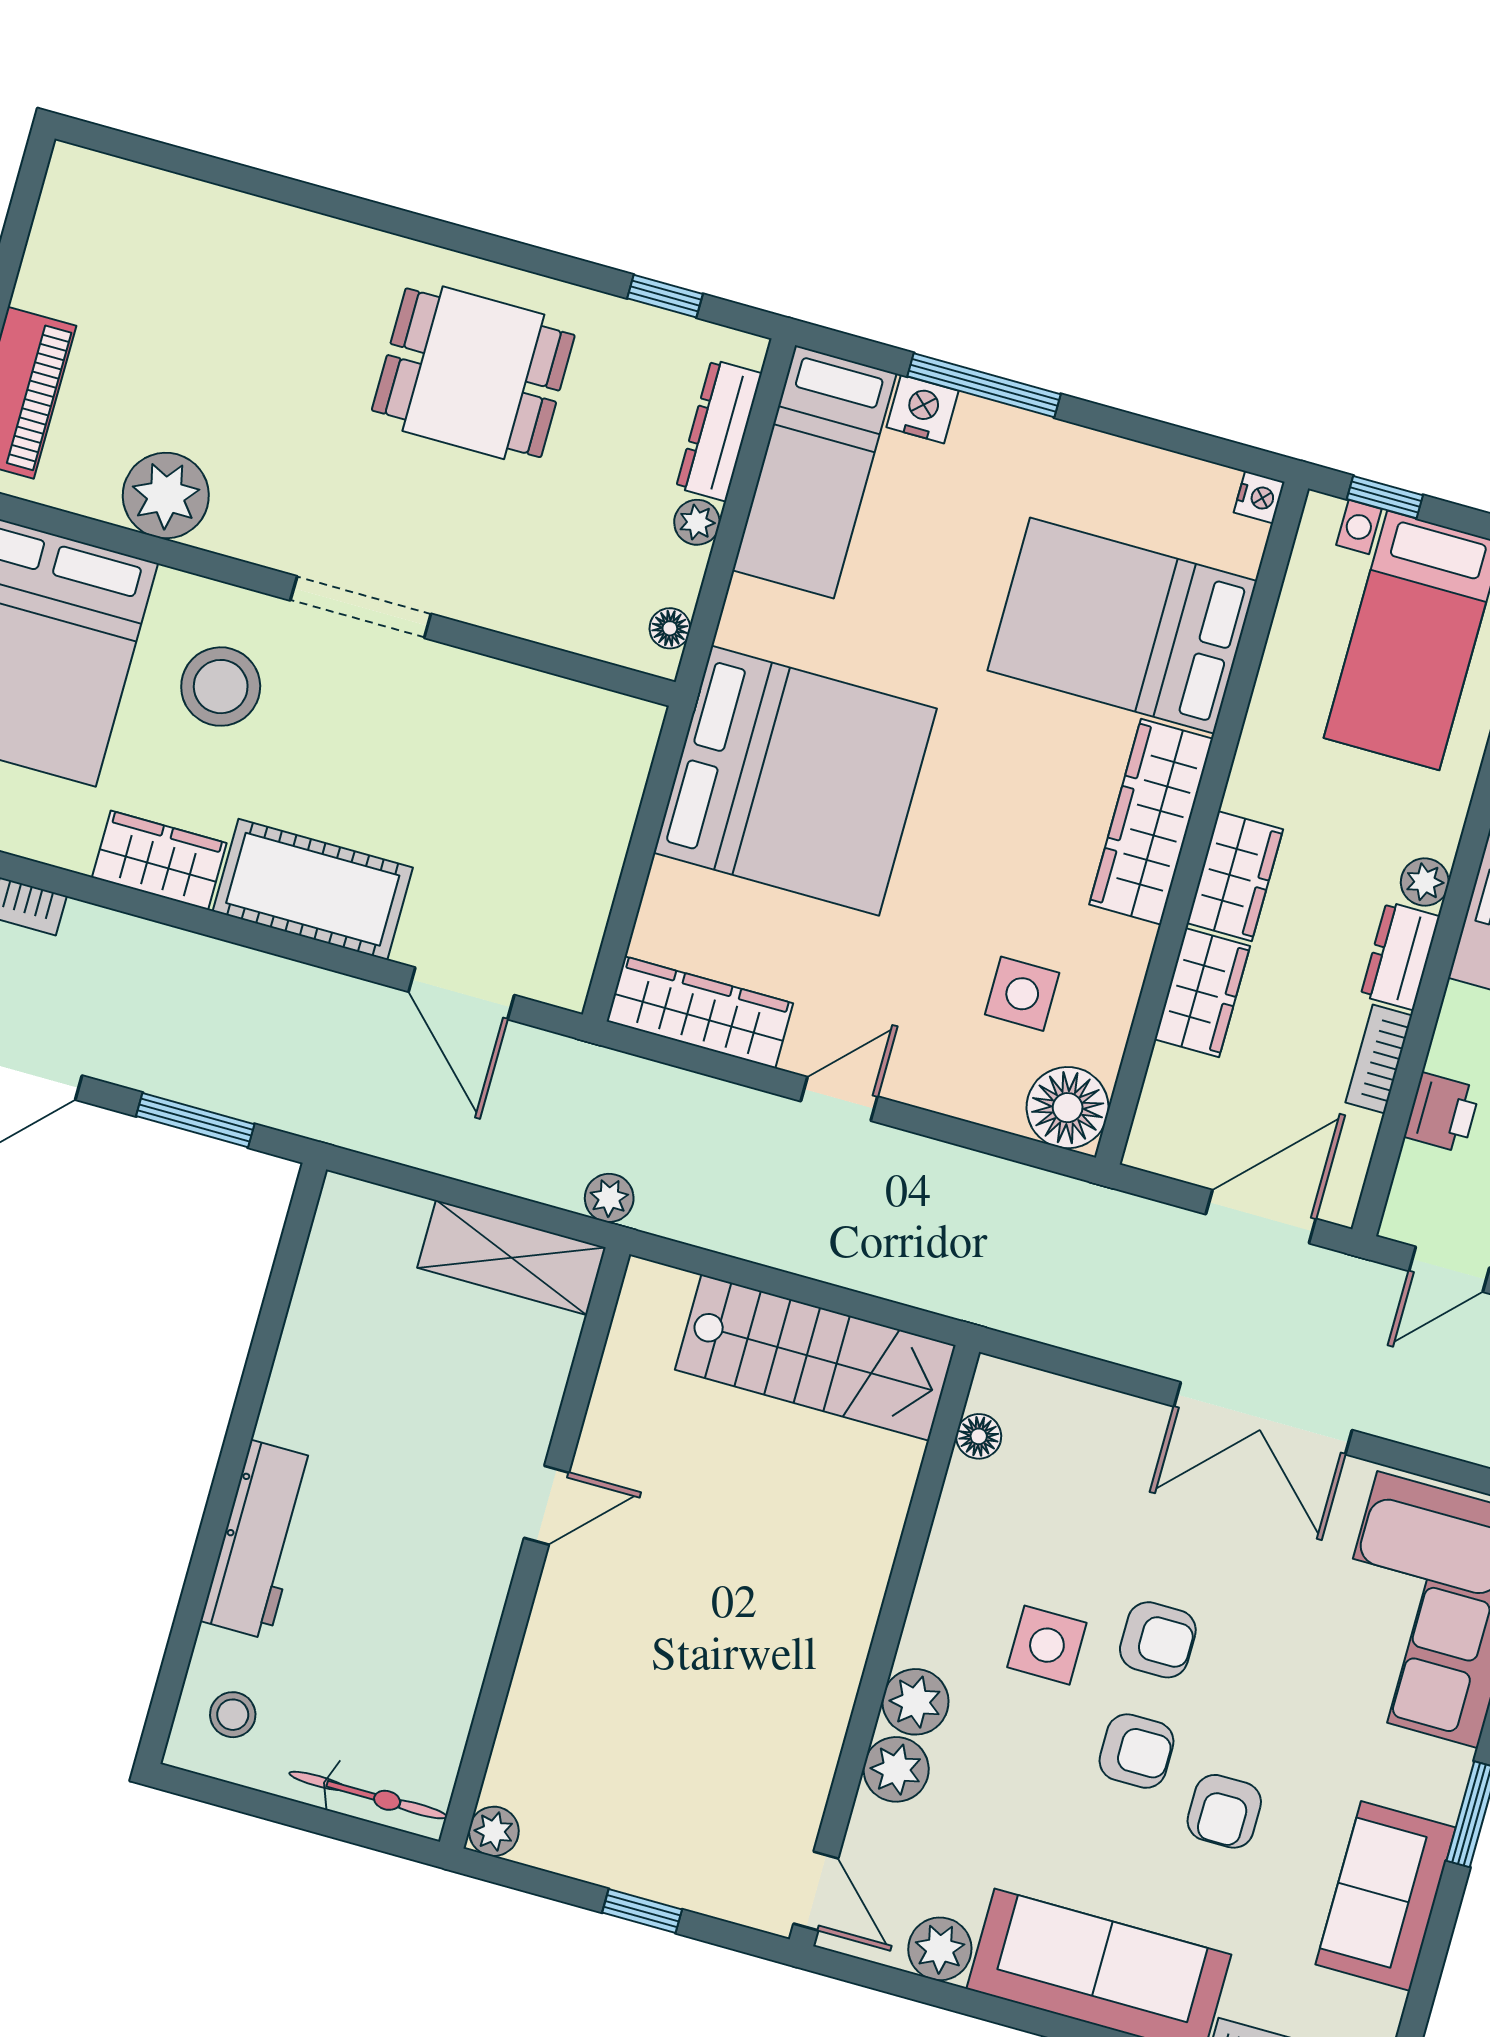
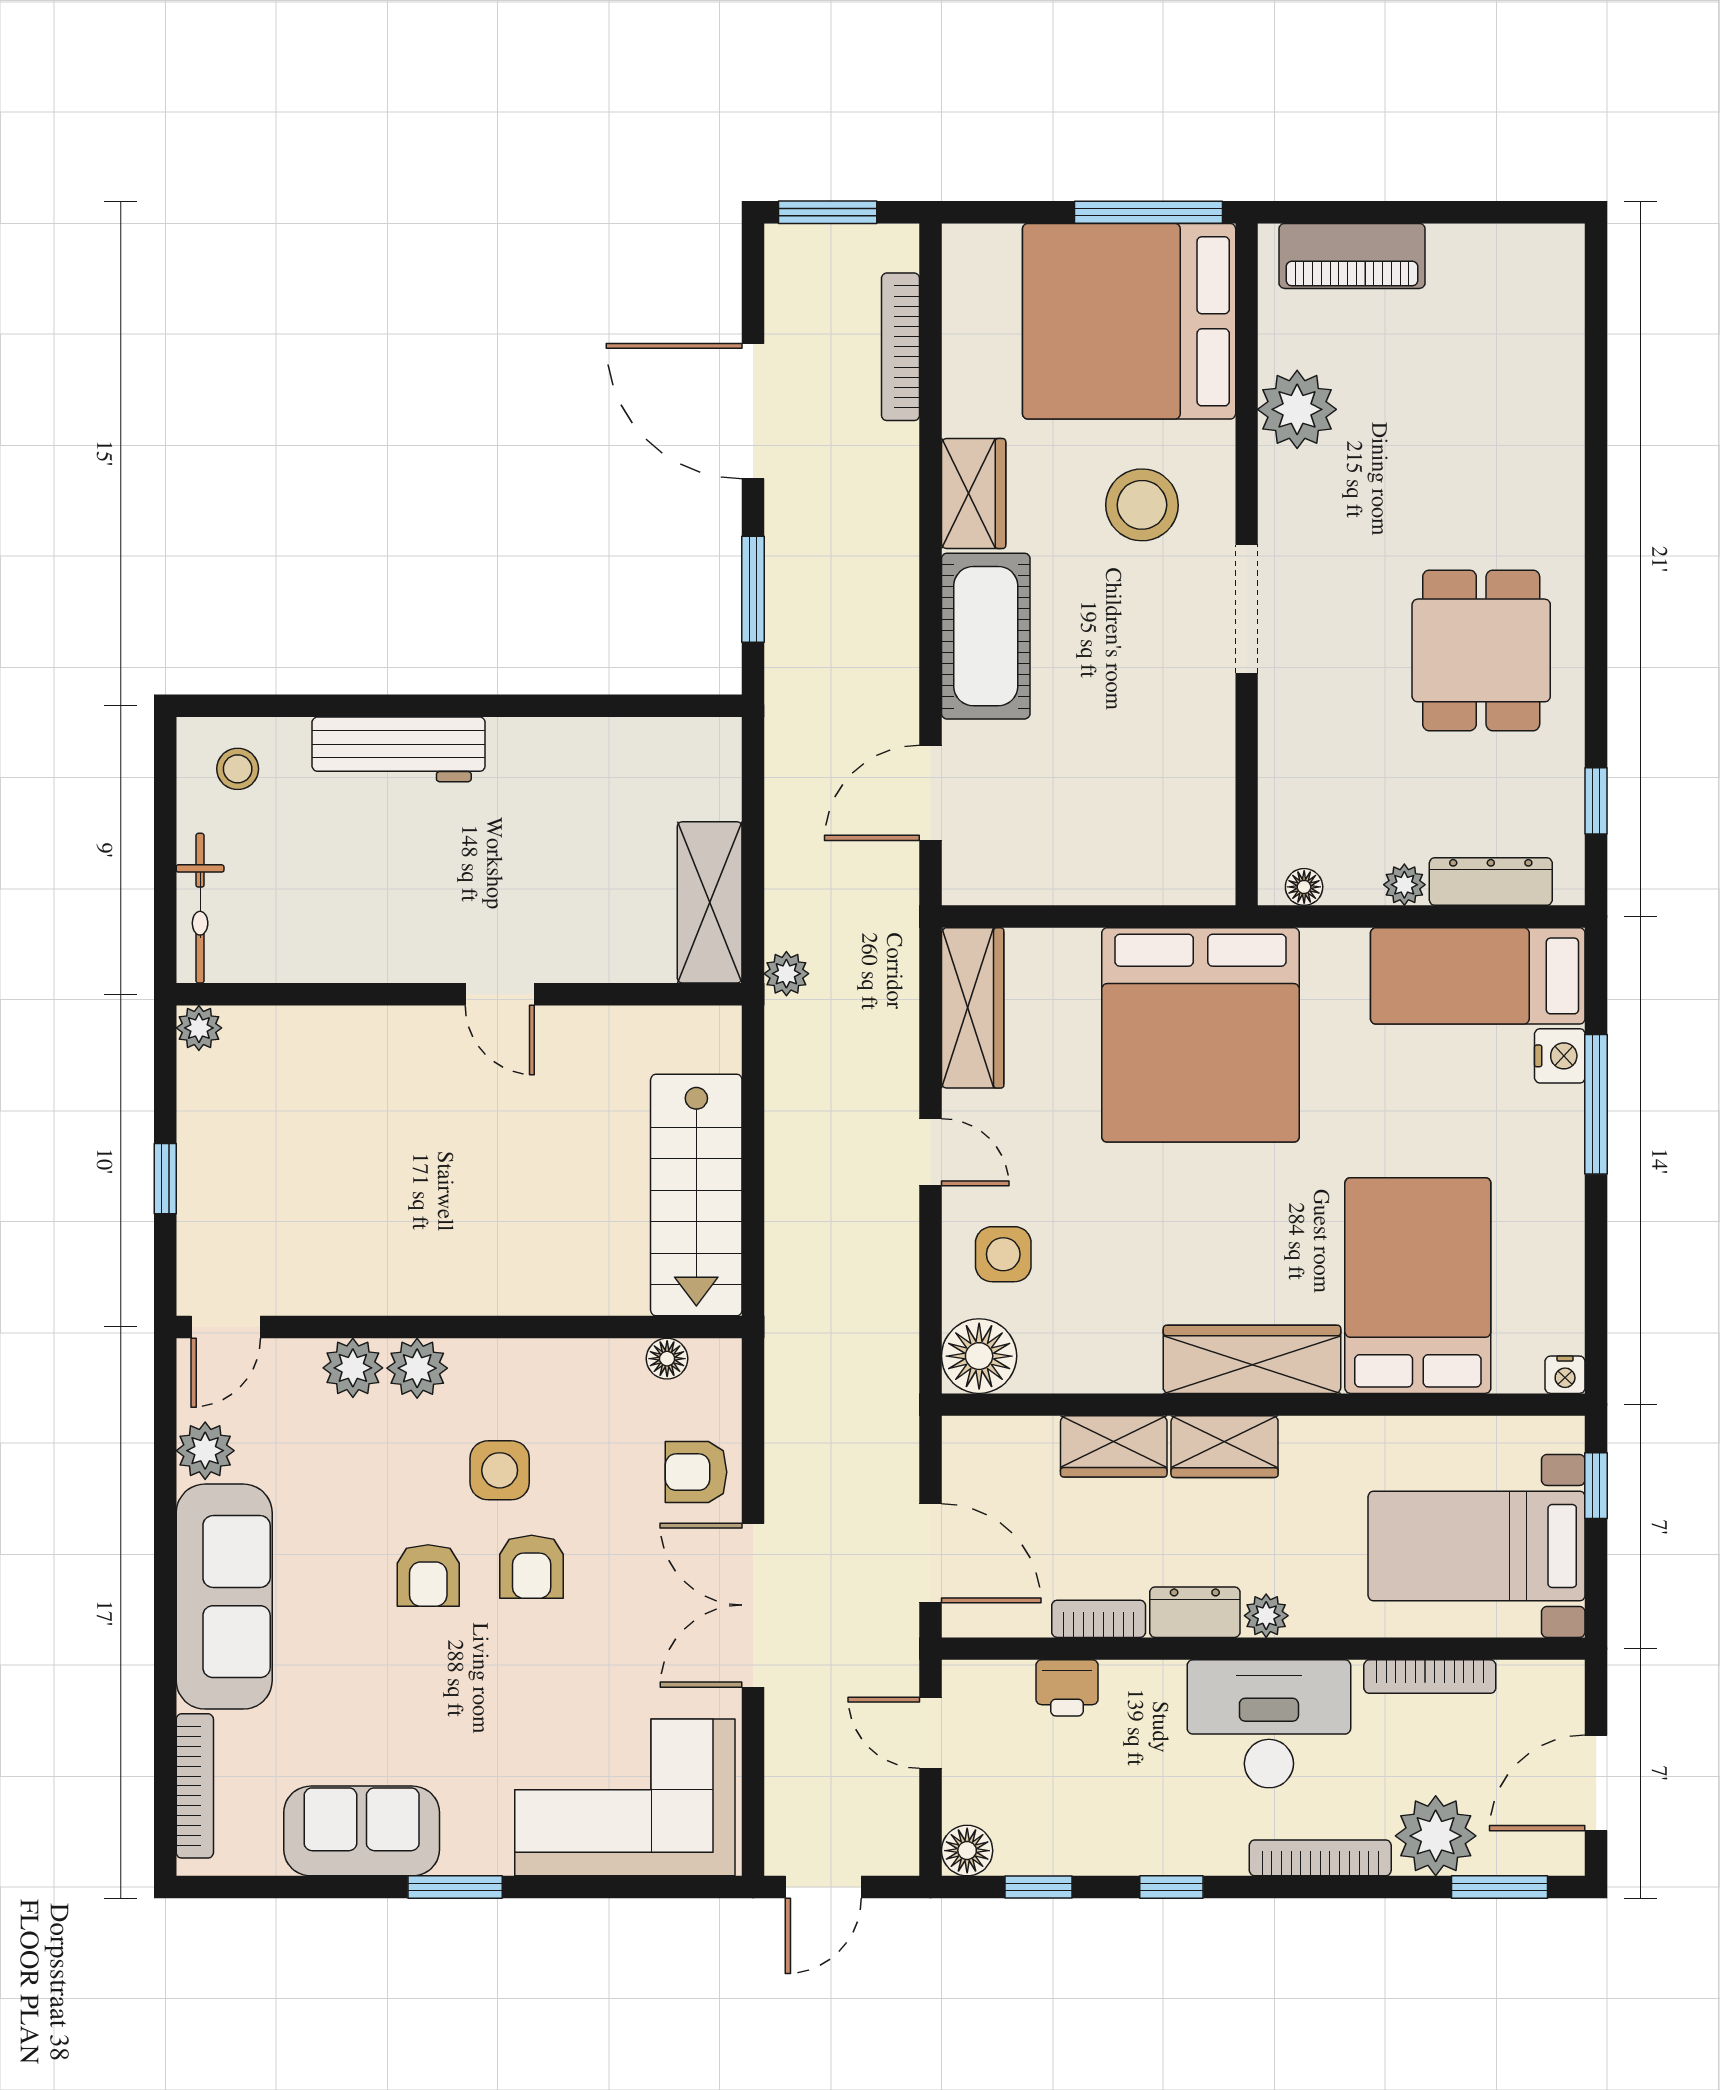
side table: (1022, 994) -> (1003, 1254), moved
armchair: (1224, 1811) -> (696, 1472), moved

